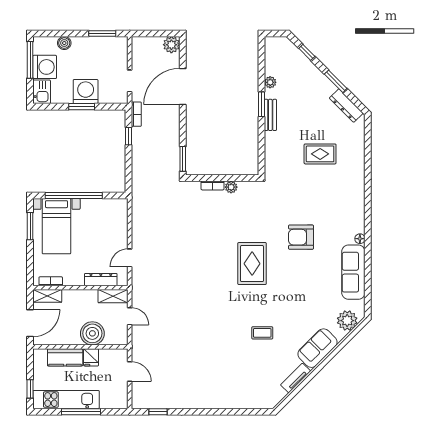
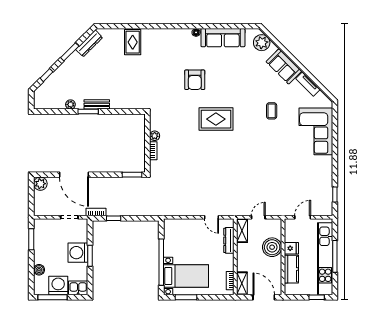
rug: (320, 154) -> (133, 42), moved
corner sofa: (237, 388) -> (316, 131), added
kitchen unit: (66, 400) -> (325, 259), width x1.36

